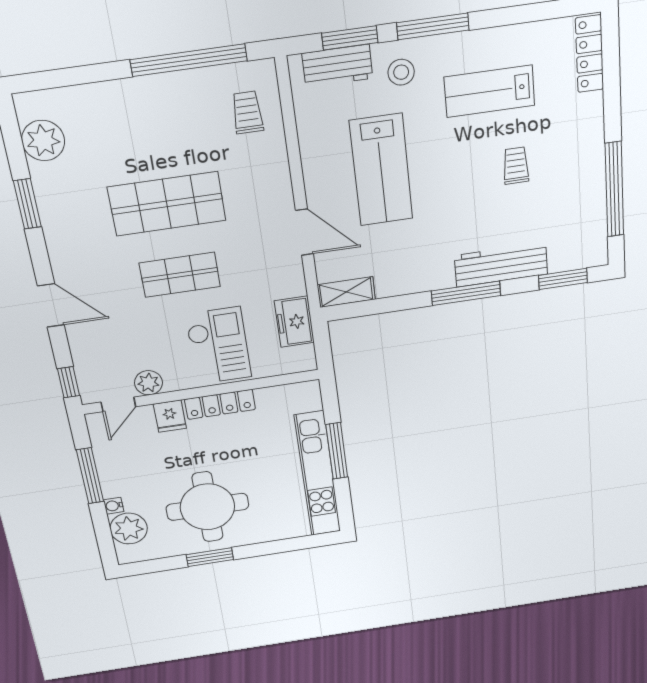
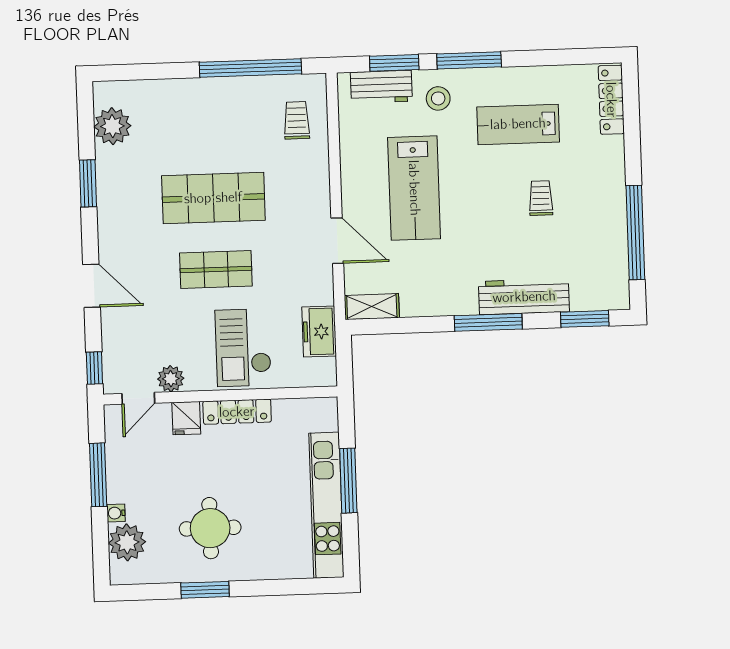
checkout: (219, 346) -> (243, 348), turned 180
round table: (207, 507) -> (210, 528), width x0.73, depth x0.73

